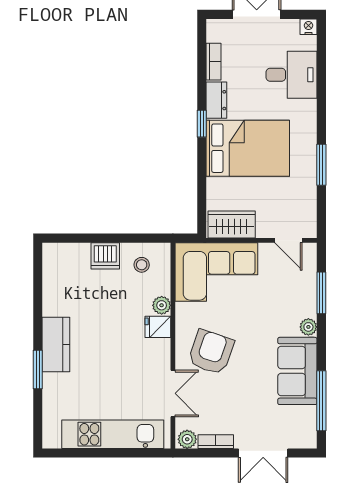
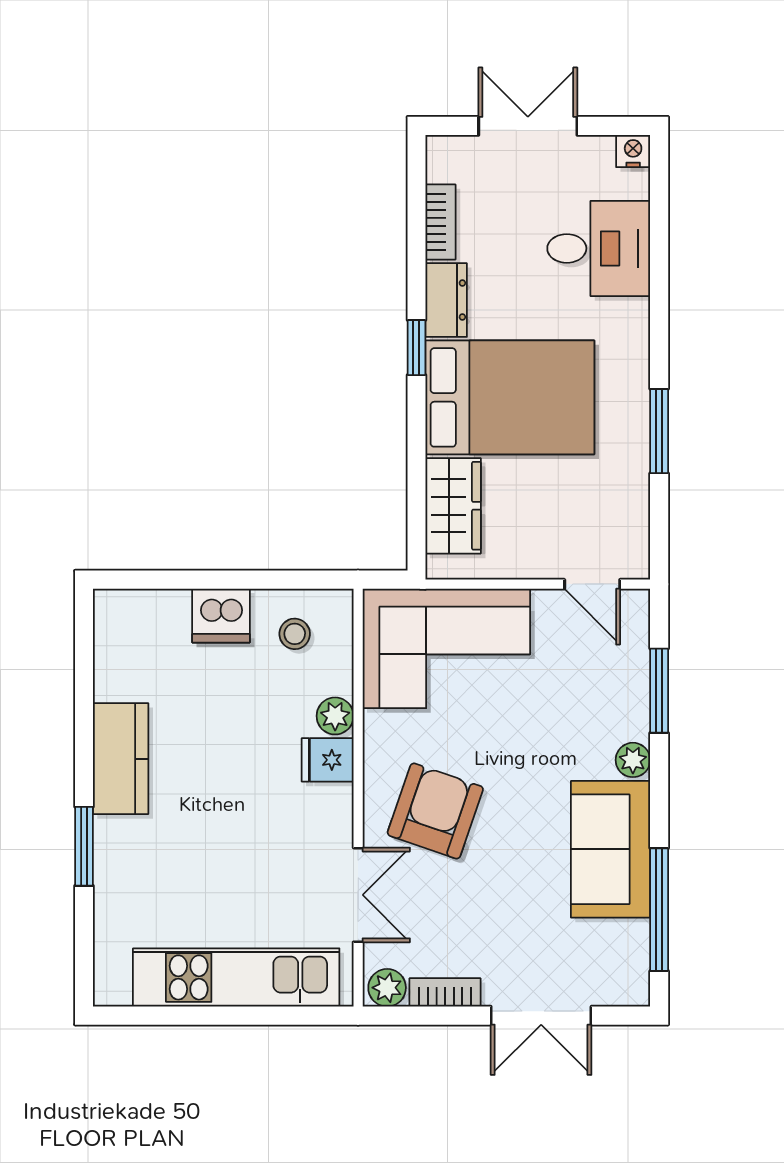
wardrobe: (232, 224) -> (453, 506), moved, turned 90
kitchen counter: (56, 345) -> (121, 759), moved

